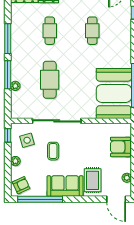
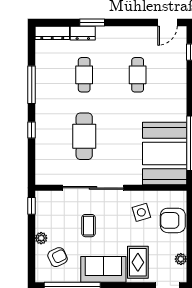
window: (8, 75) -> (32, 130), width x0.46
plant: (15, 86) -> (41, 144), removed
side table: (27, 140) -> (141, 212), moved
armchair: (21, 185) -> (58, 257), moved

